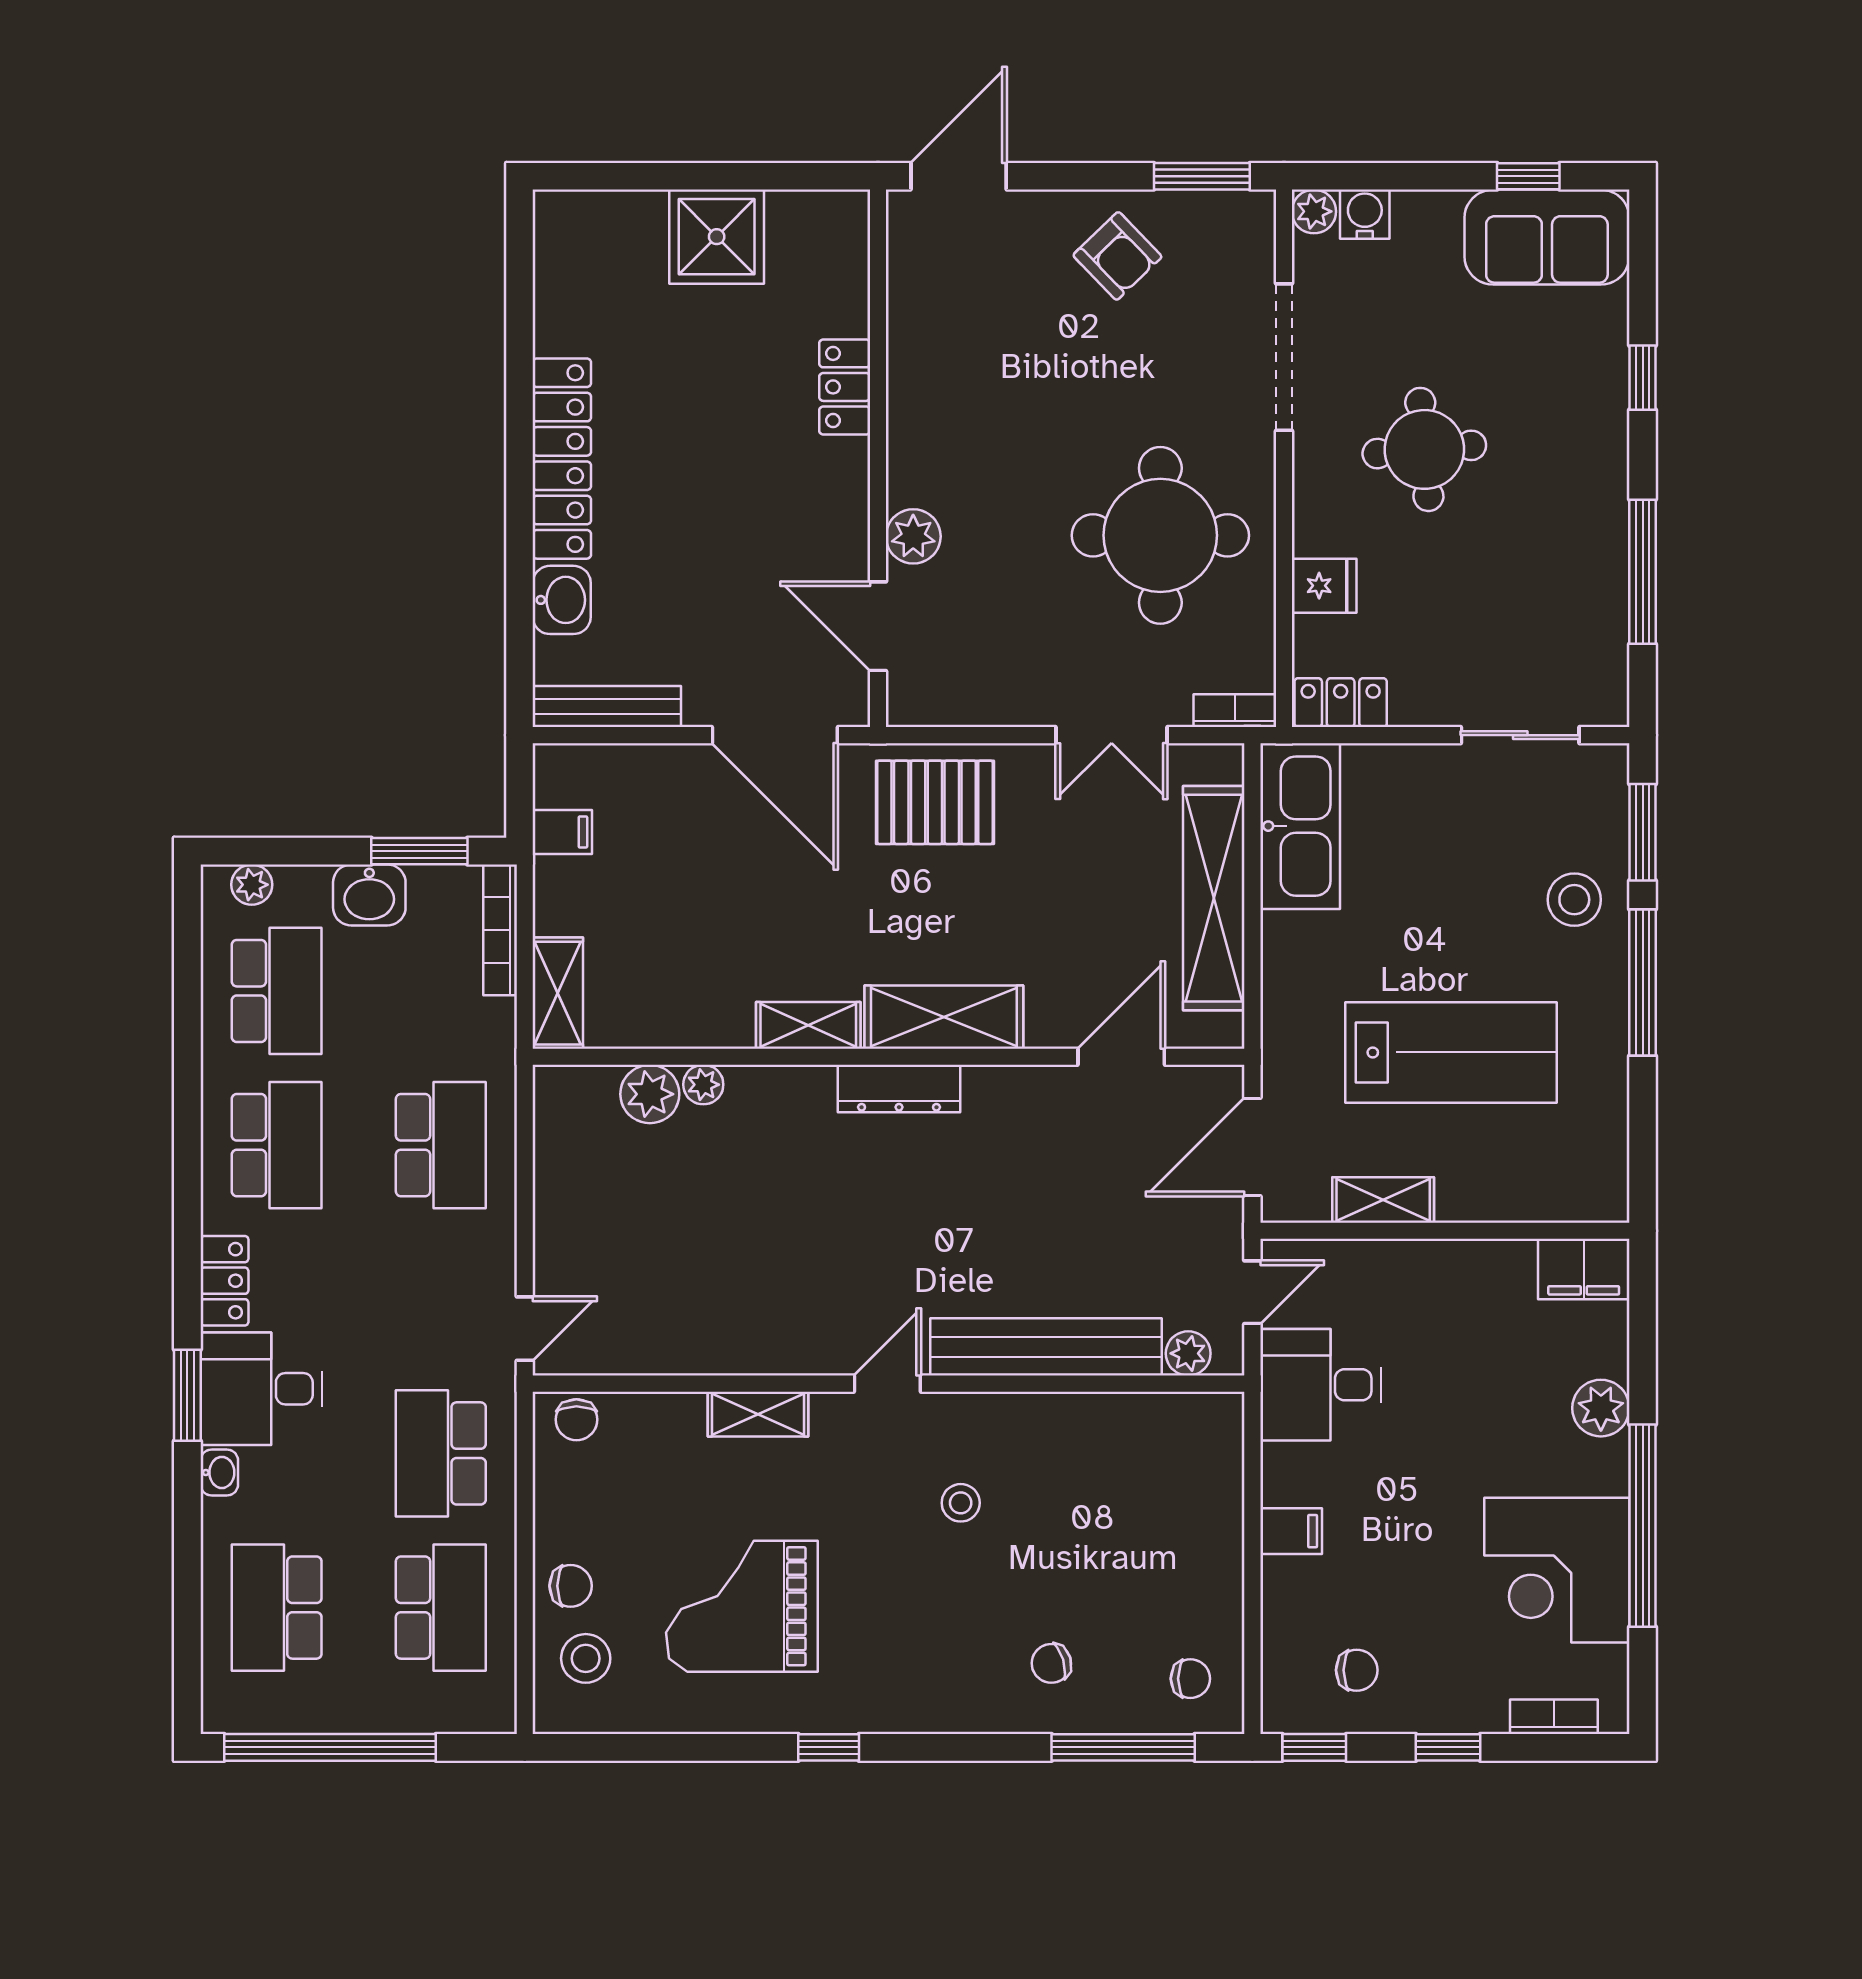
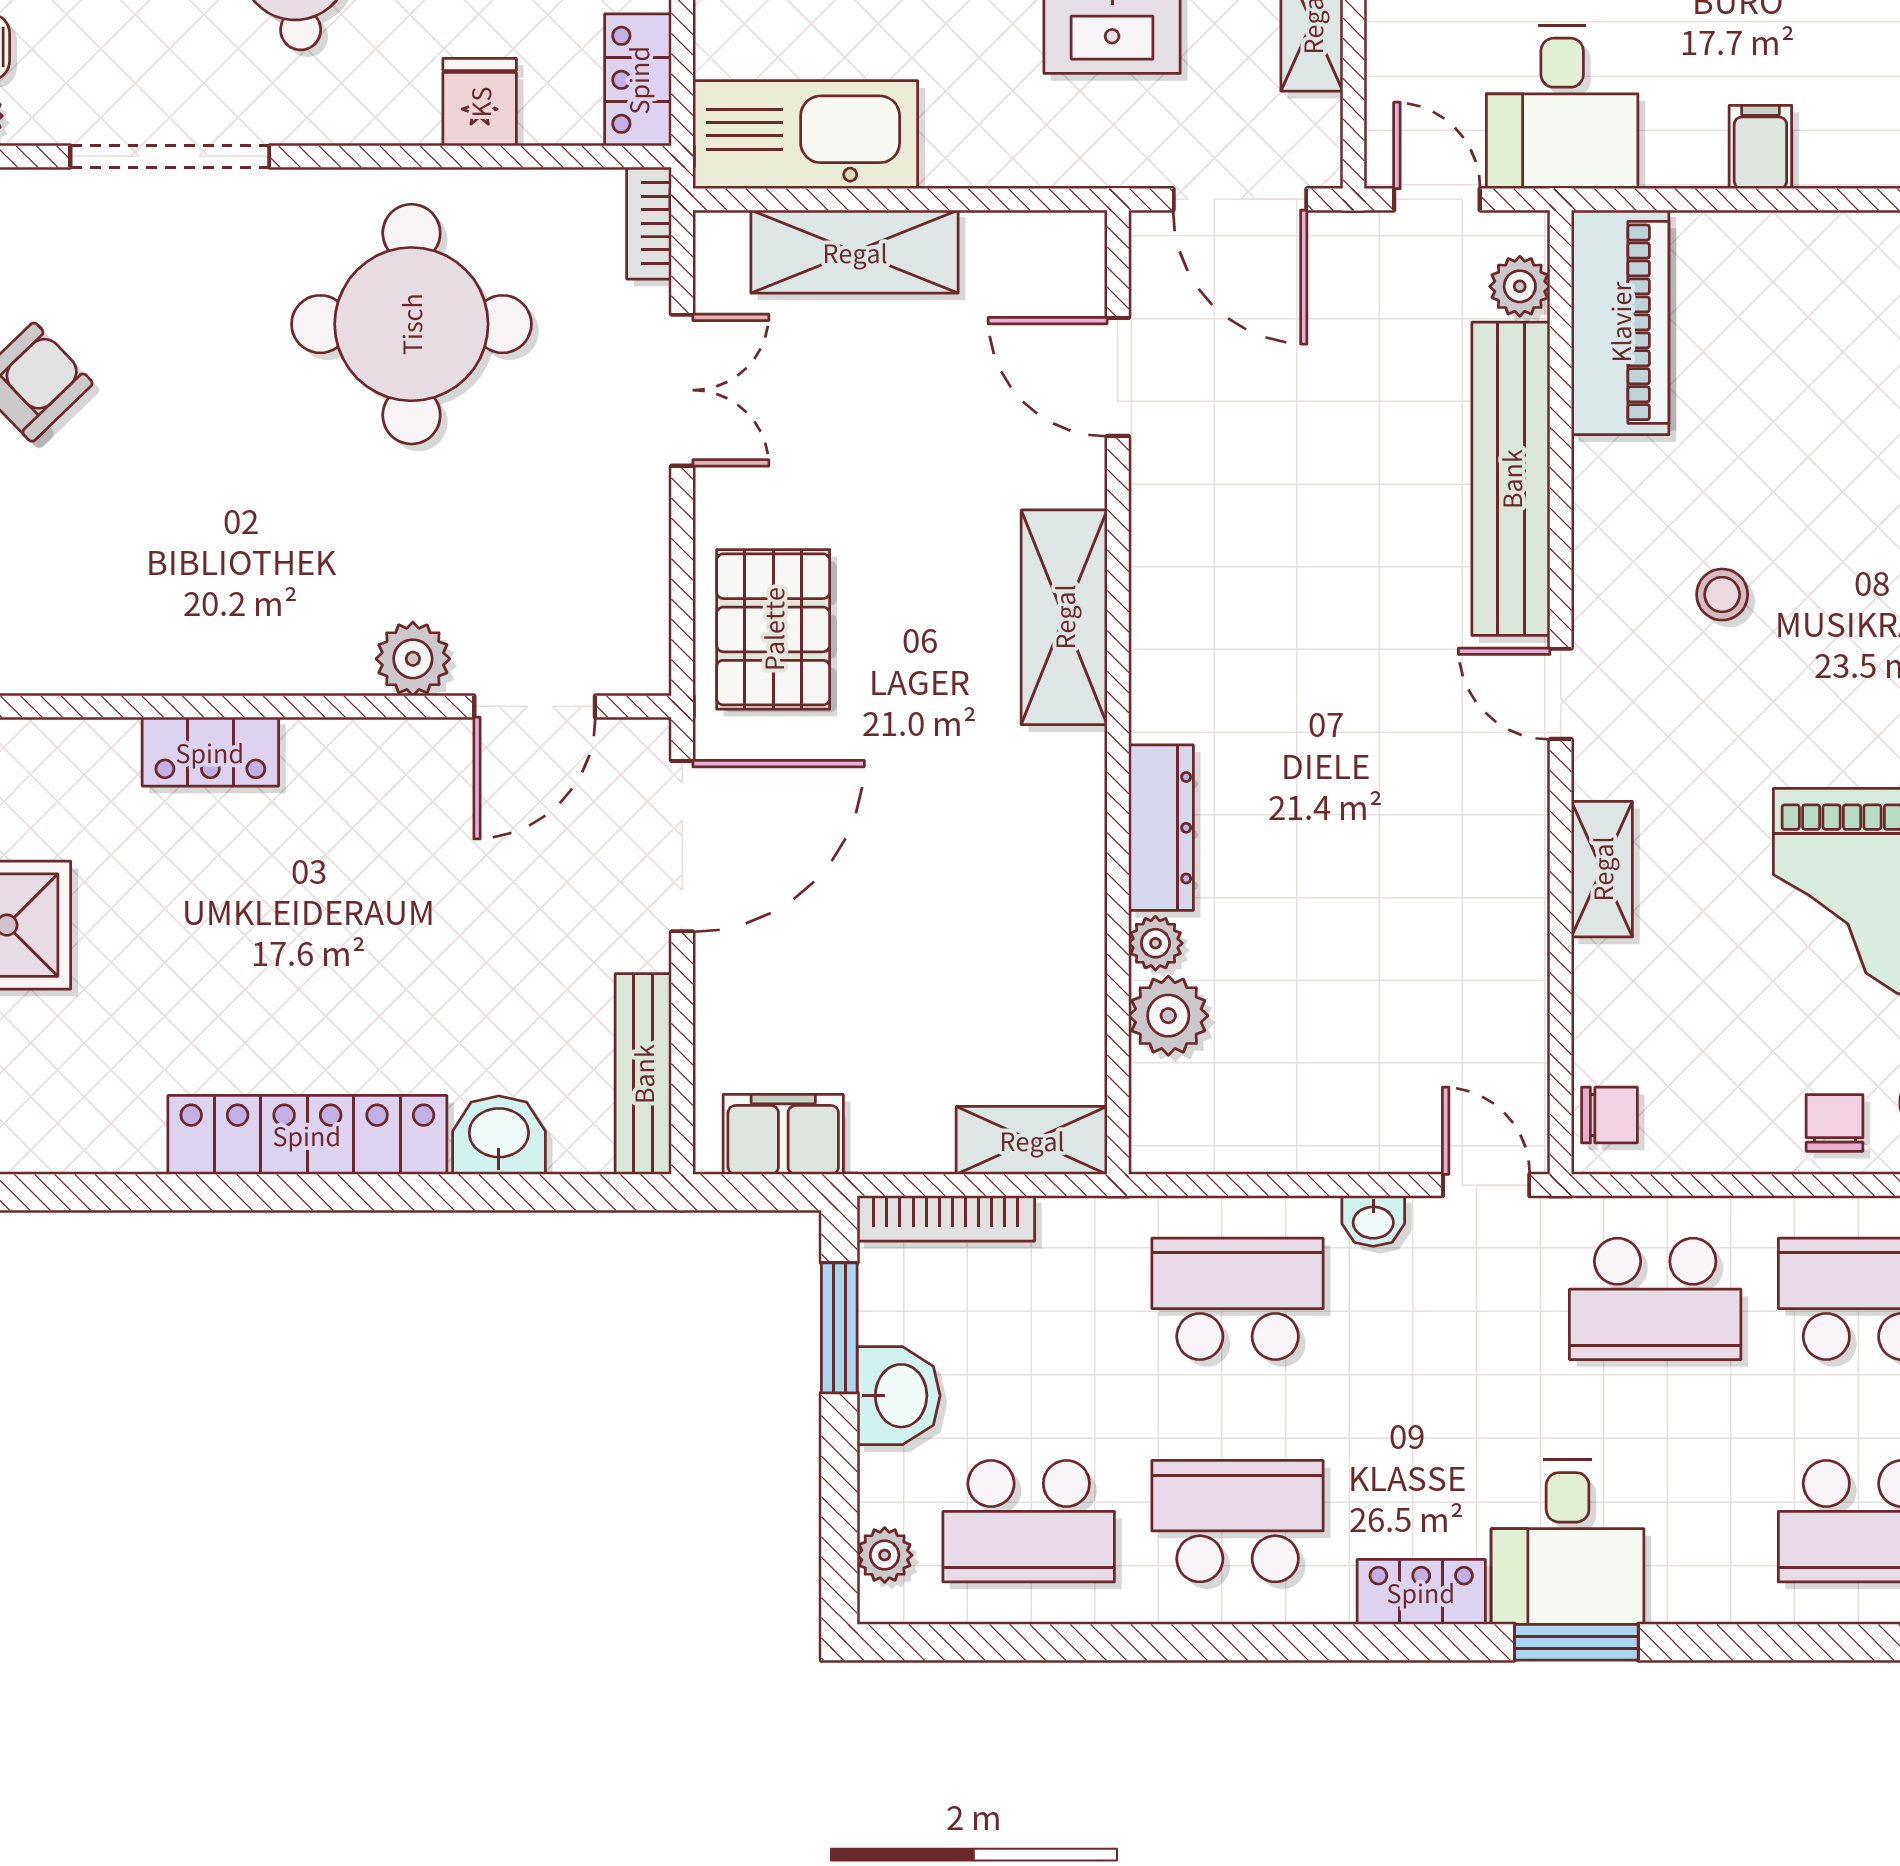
filing cabinet: (562, 832) -> (783, 1134), width x2.00
shelving: (1214, 898) -> (855, 252), width x0.68
school desk: (277, 991) -> (1029, 1521), turned 180
shelving: (808, 1025) -> (1075, 801), removed
dresser: (899, 1089) -> (1161, 828), moved
piano: (1162, 1428) -> (1620, 322), added
washbasin: (219, 1472) -> (1373, 1221), moved, turned 180

